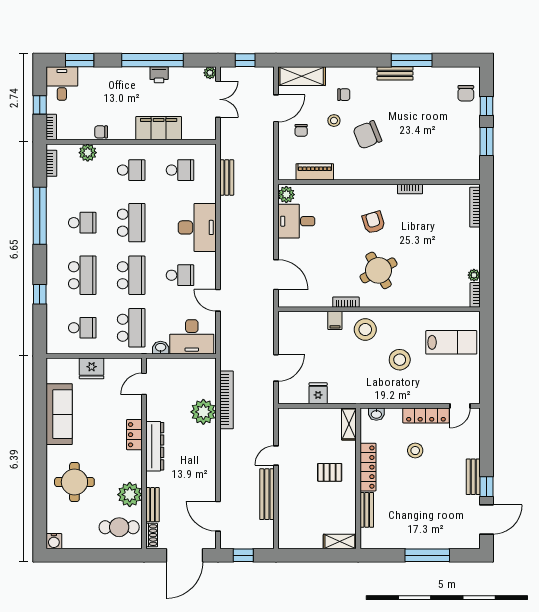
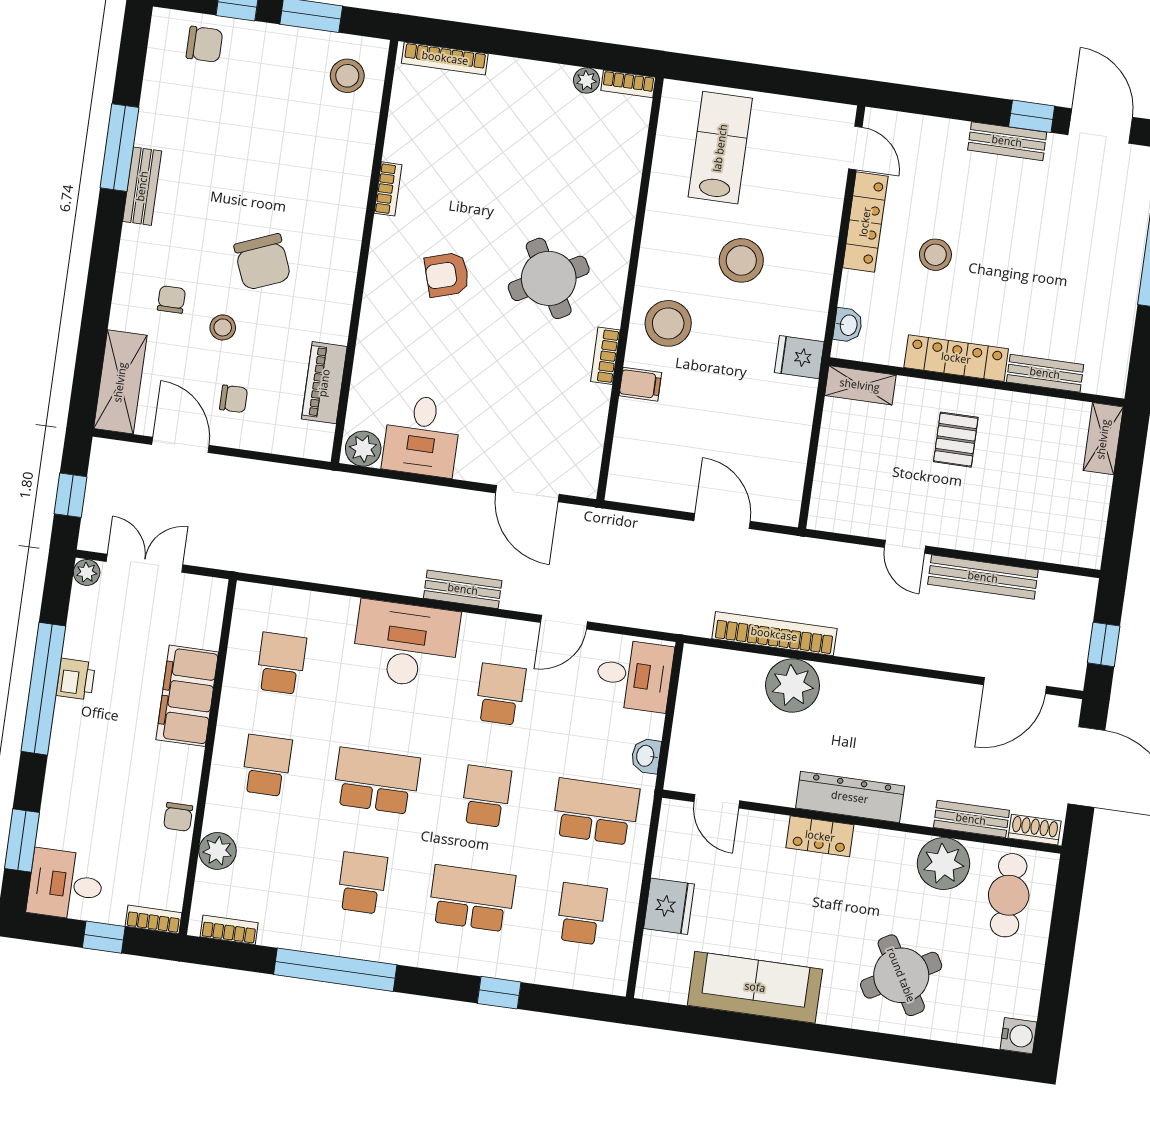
stool: (460, 162) -> (347, 76), added
bench: (227, 177) -> (463, 589), moved
school desk: (131, 275) -> (486, 796), width x0.54
door: (276, 275) -> (527, 494), swing flipped
desk: (192, 337) -> (634, 675), width x0.73
fridge: (318, 393) -> (799, 357), moved
round table: (74, 482) -> (901, 975), turned -30

